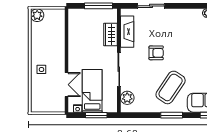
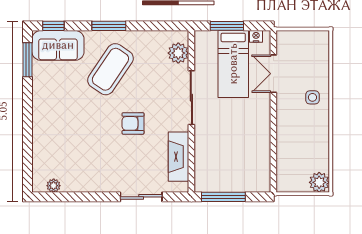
wardrobe: (111, 35) -> (204, 152), removed

